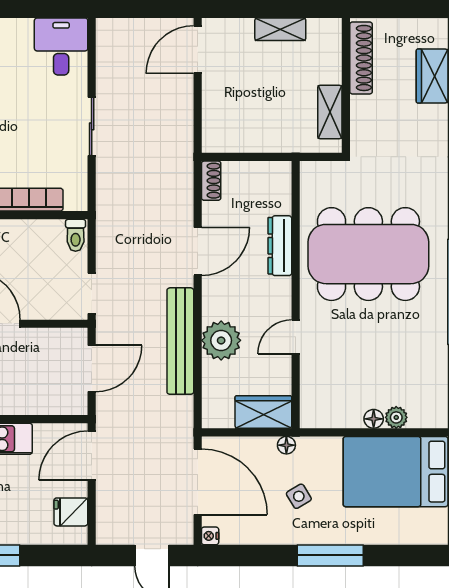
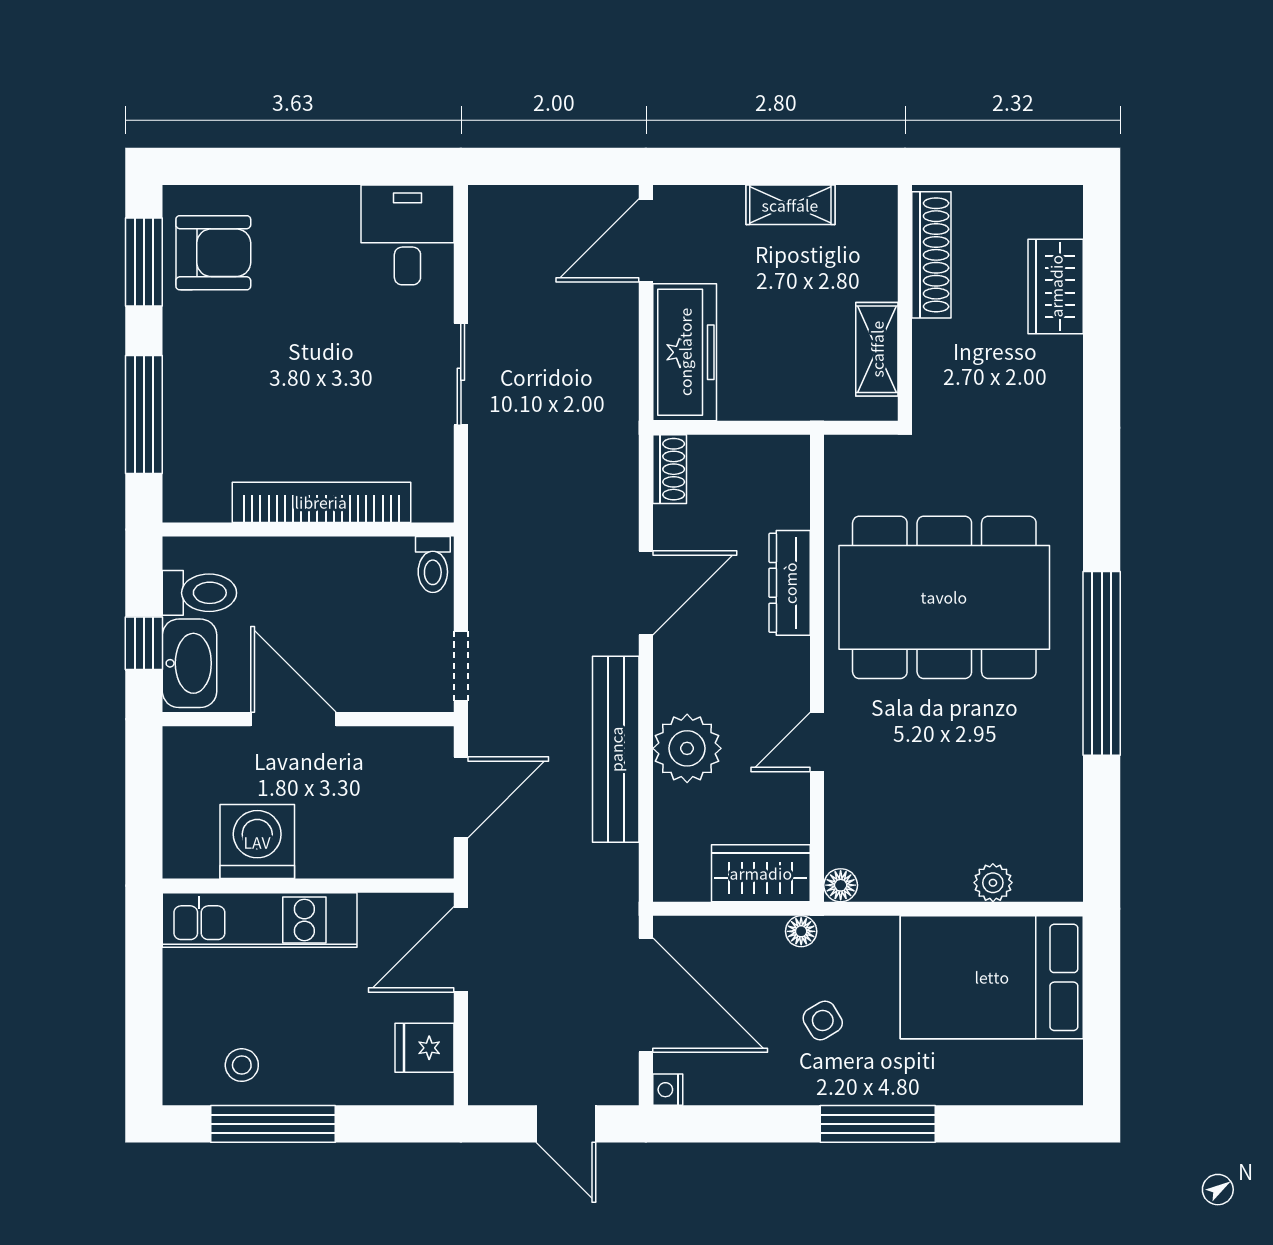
freezer: (220, 114) -> (685, 352), added
floor lamp: (374, 419) -> (841, 885), moved

